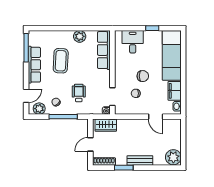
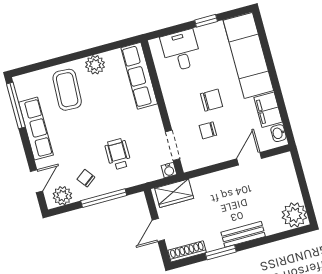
coffee table: (61, 61) -> (67, 90), moved
door: (156, 117) -> (249, 159), swing flipped

